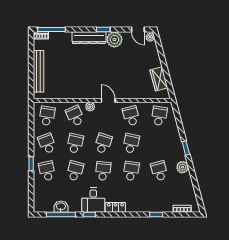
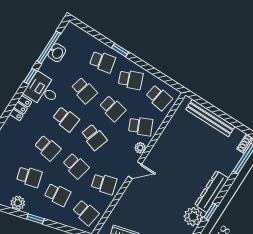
school desk: (159, 143) -> (57, 195), added

